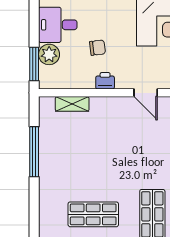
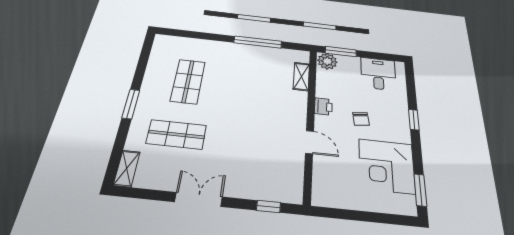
chair: (98, 48) -> (361, 119), moved
plant: (49, 54) -> (327, 61), moved
door: (146, 93) -> (310, 142), swing flipped

